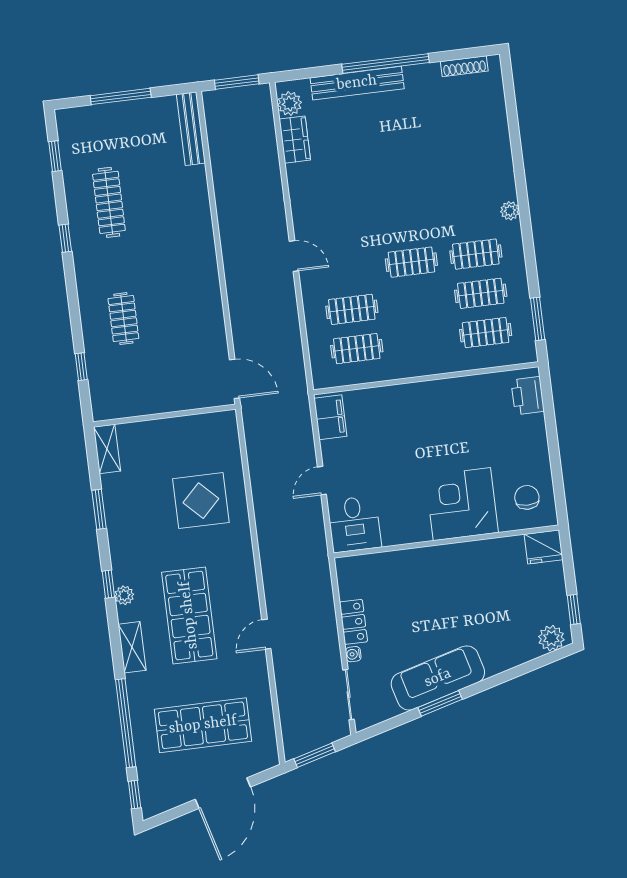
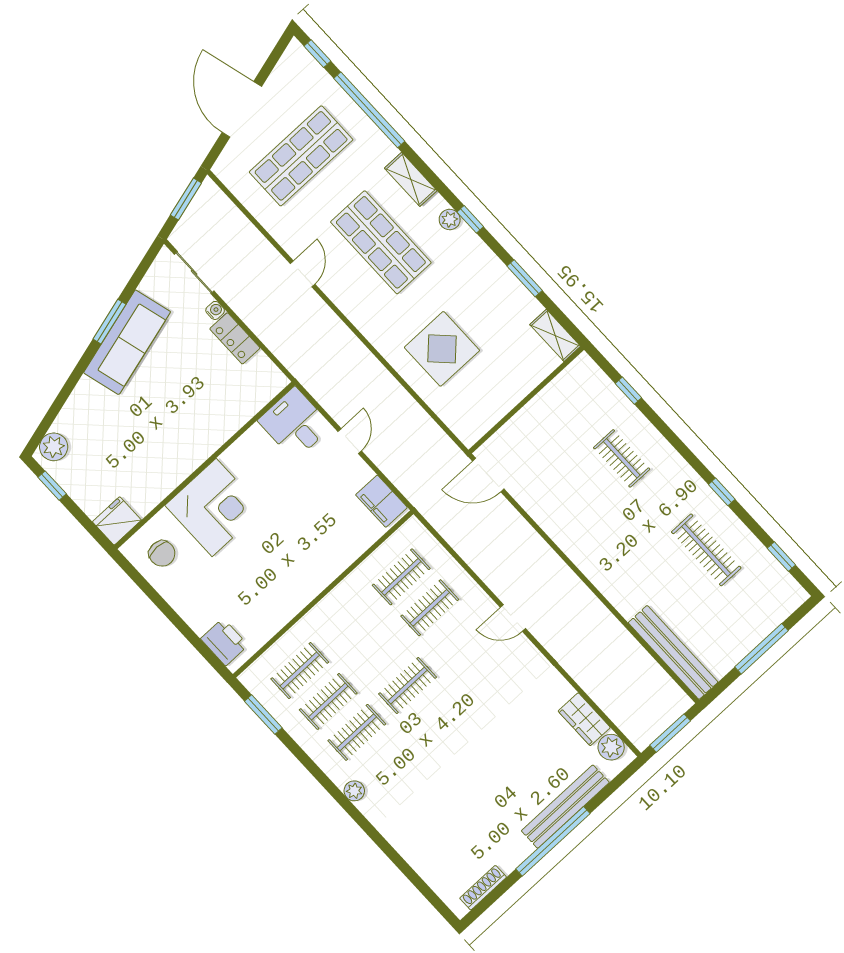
bench: (191, 129) -> (673, 652), width x1.37, depth x1.21

